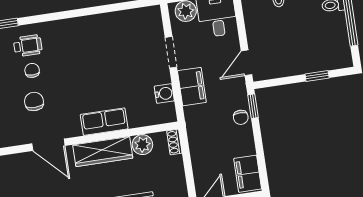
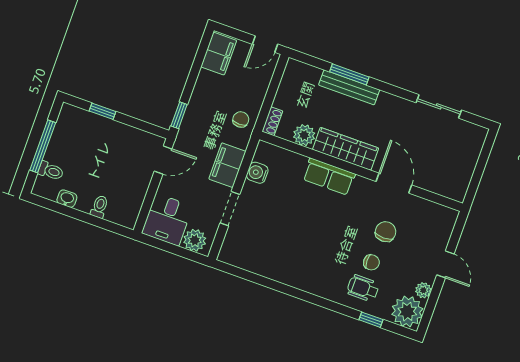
chair: (32, 70) -> (371, 262), turned -90
chair: (34, 101) -> (386, 232), turned 180
chair: (241, 117) -> (241, 119), moved

